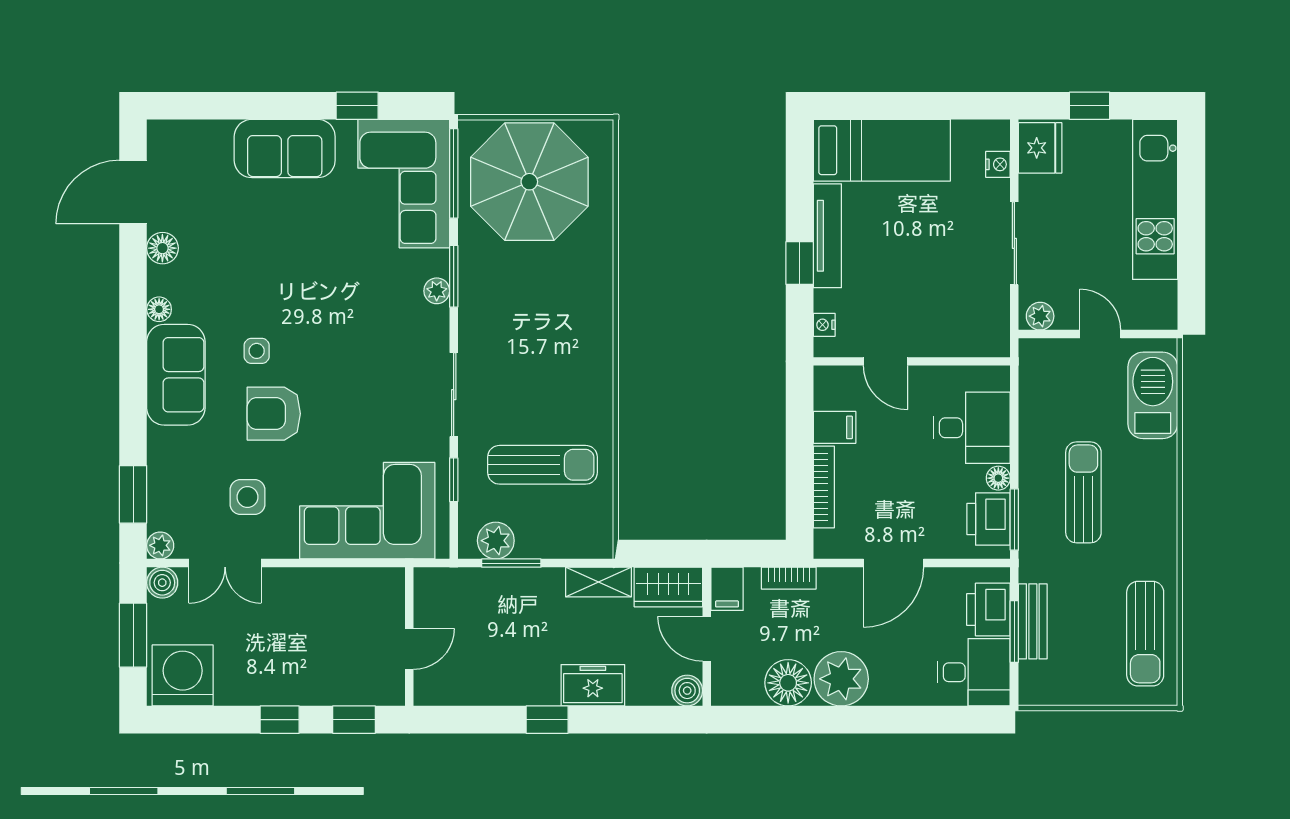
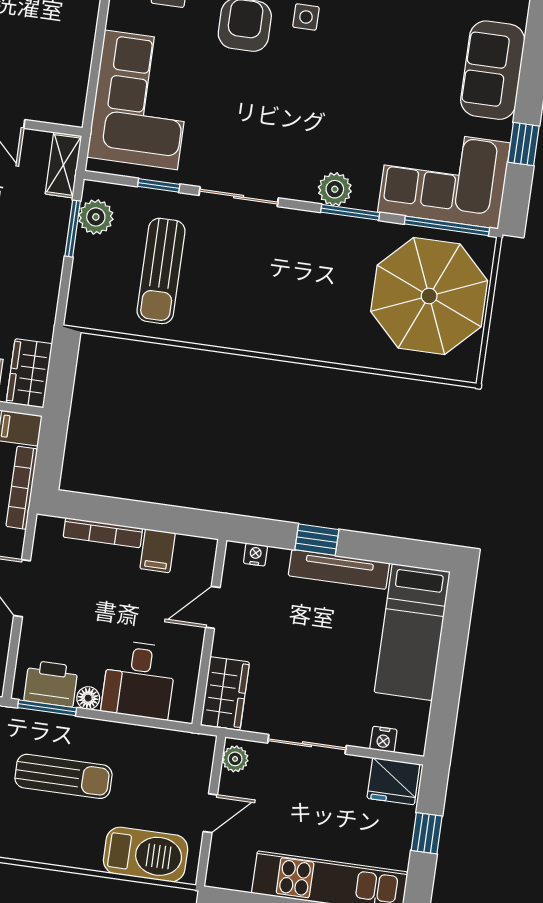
plant: (437, 291) -> (335, 189), width x1.38, depth x1.38
wardrobe: (973, 336) -> (225, 693), added
bookcase: (789, 578) -> (22, 488), width x1.56
shelving: (599, 582) -> (63, 165), moved

